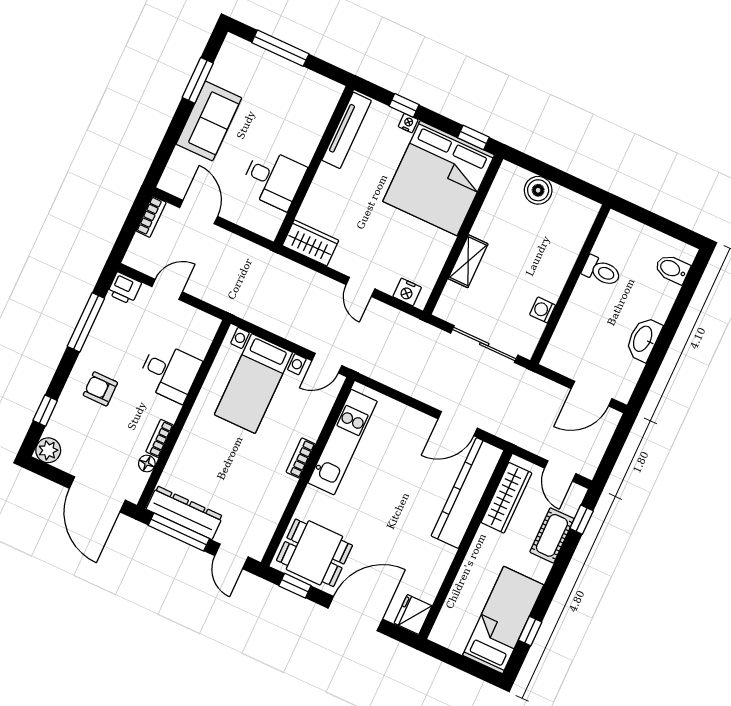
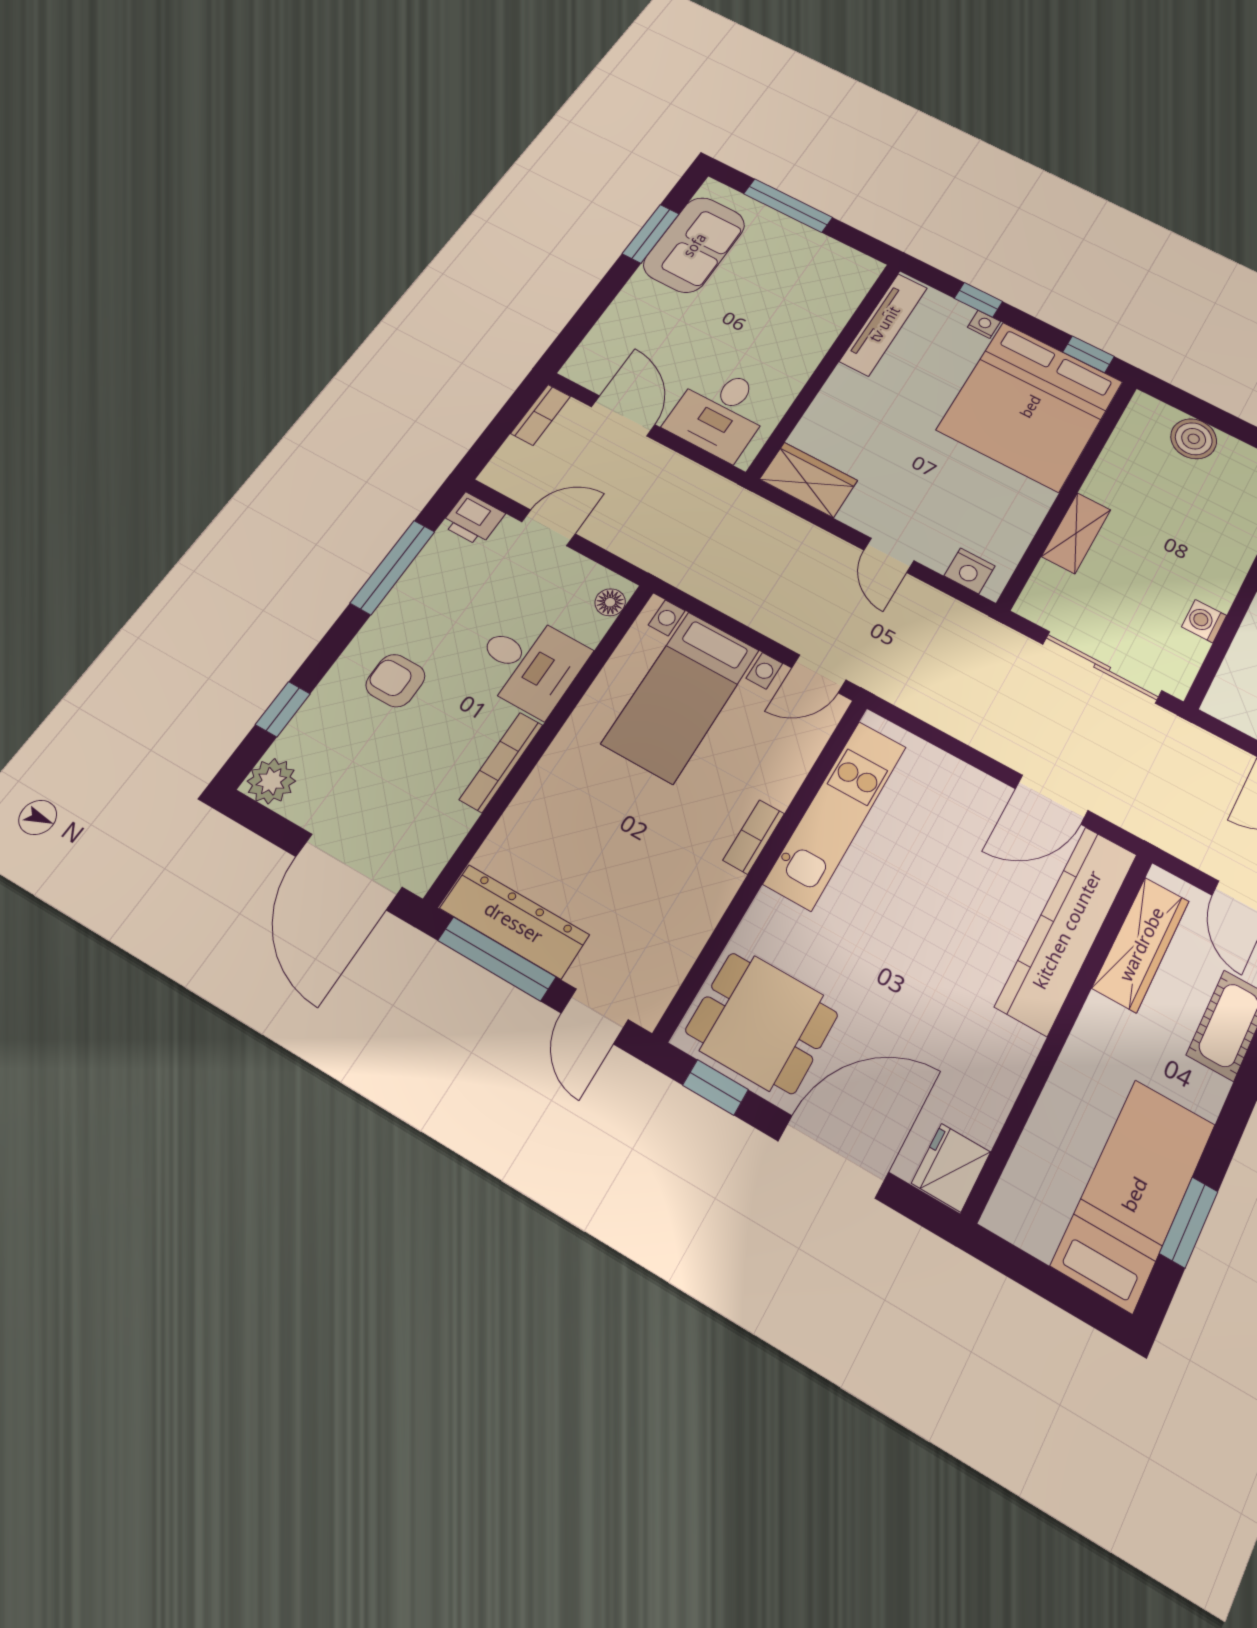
sofa: (209, 121) -> (694, 245), moved
desk: (273, 179) -> (720, 413), moved, turned 90
bookcase: (160, 438) -> (501, 762), width x1.56
floor lamp: (147, 464) -> (610, 602), moved
window: (530, 631) -> (1189, 1222), width x1.50

